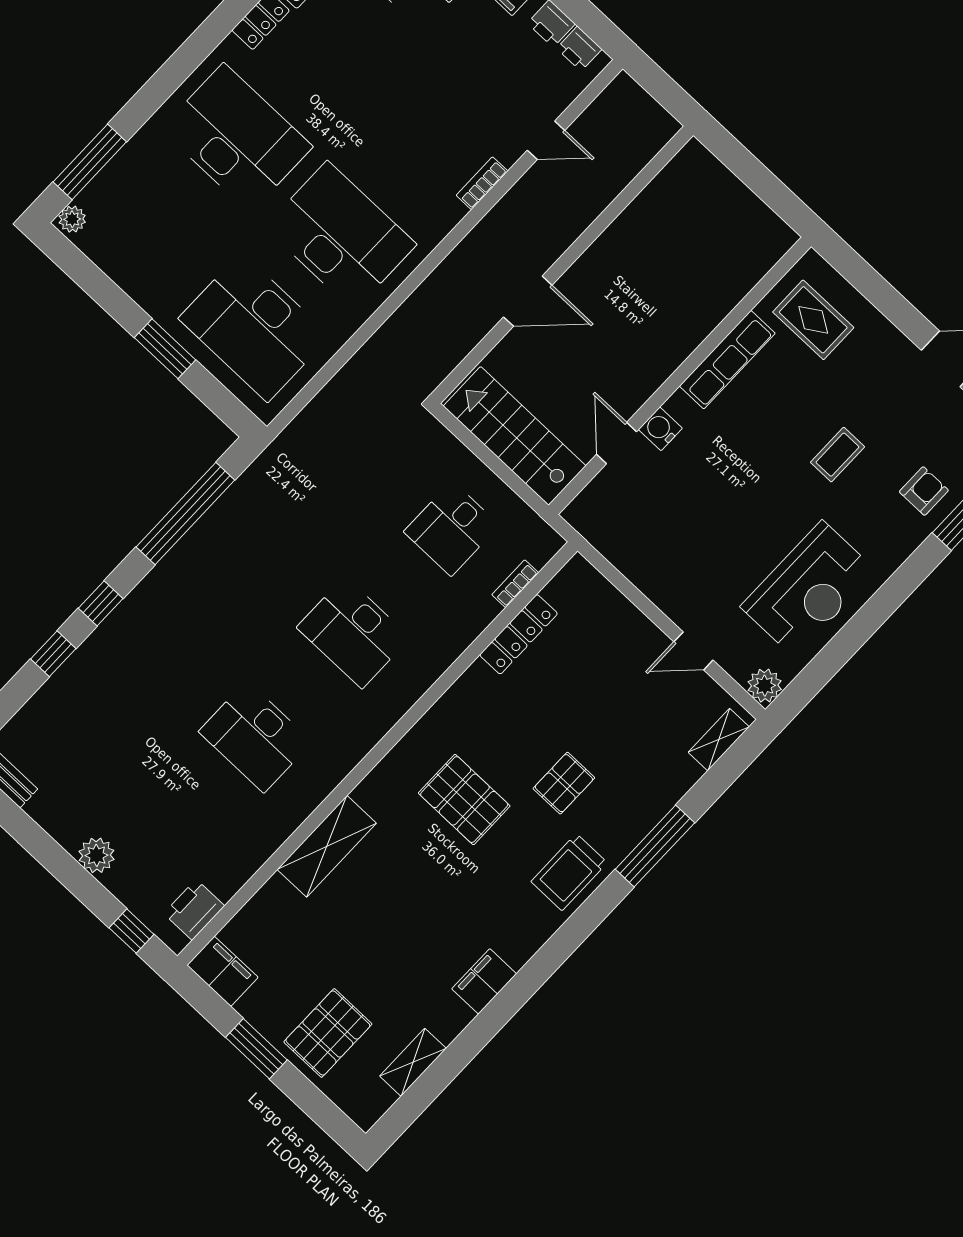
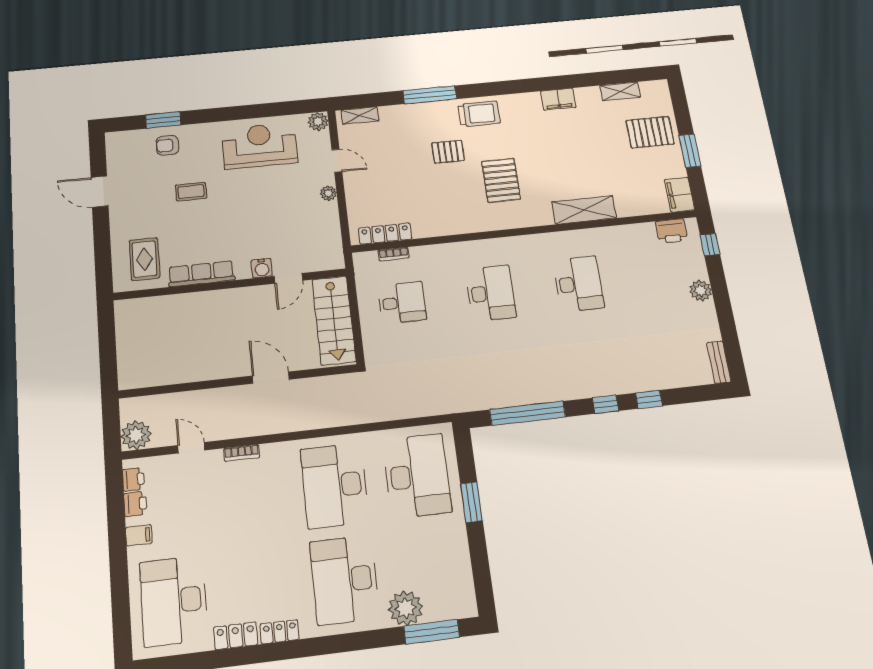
plant: (624, 101) -> (136, 435), added
plant: (72, 219) -> (406, 608), moved, width x1.87, depth x1.87
plant: (666, 597) -> (328, 193), added
locker: (519, 634) -> (385, 234), moved

